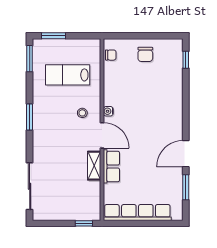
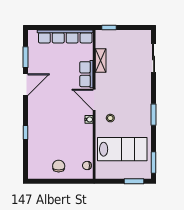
window: (186, 60) -> (25, 133), moved
lab bench: (68, 75) -> (122, 149), width x1.36, depth x1.39
shelving: (94, 166) -> (101, 60), moved
sliding door: (30, 186) -> (154, 58), width x0.73

